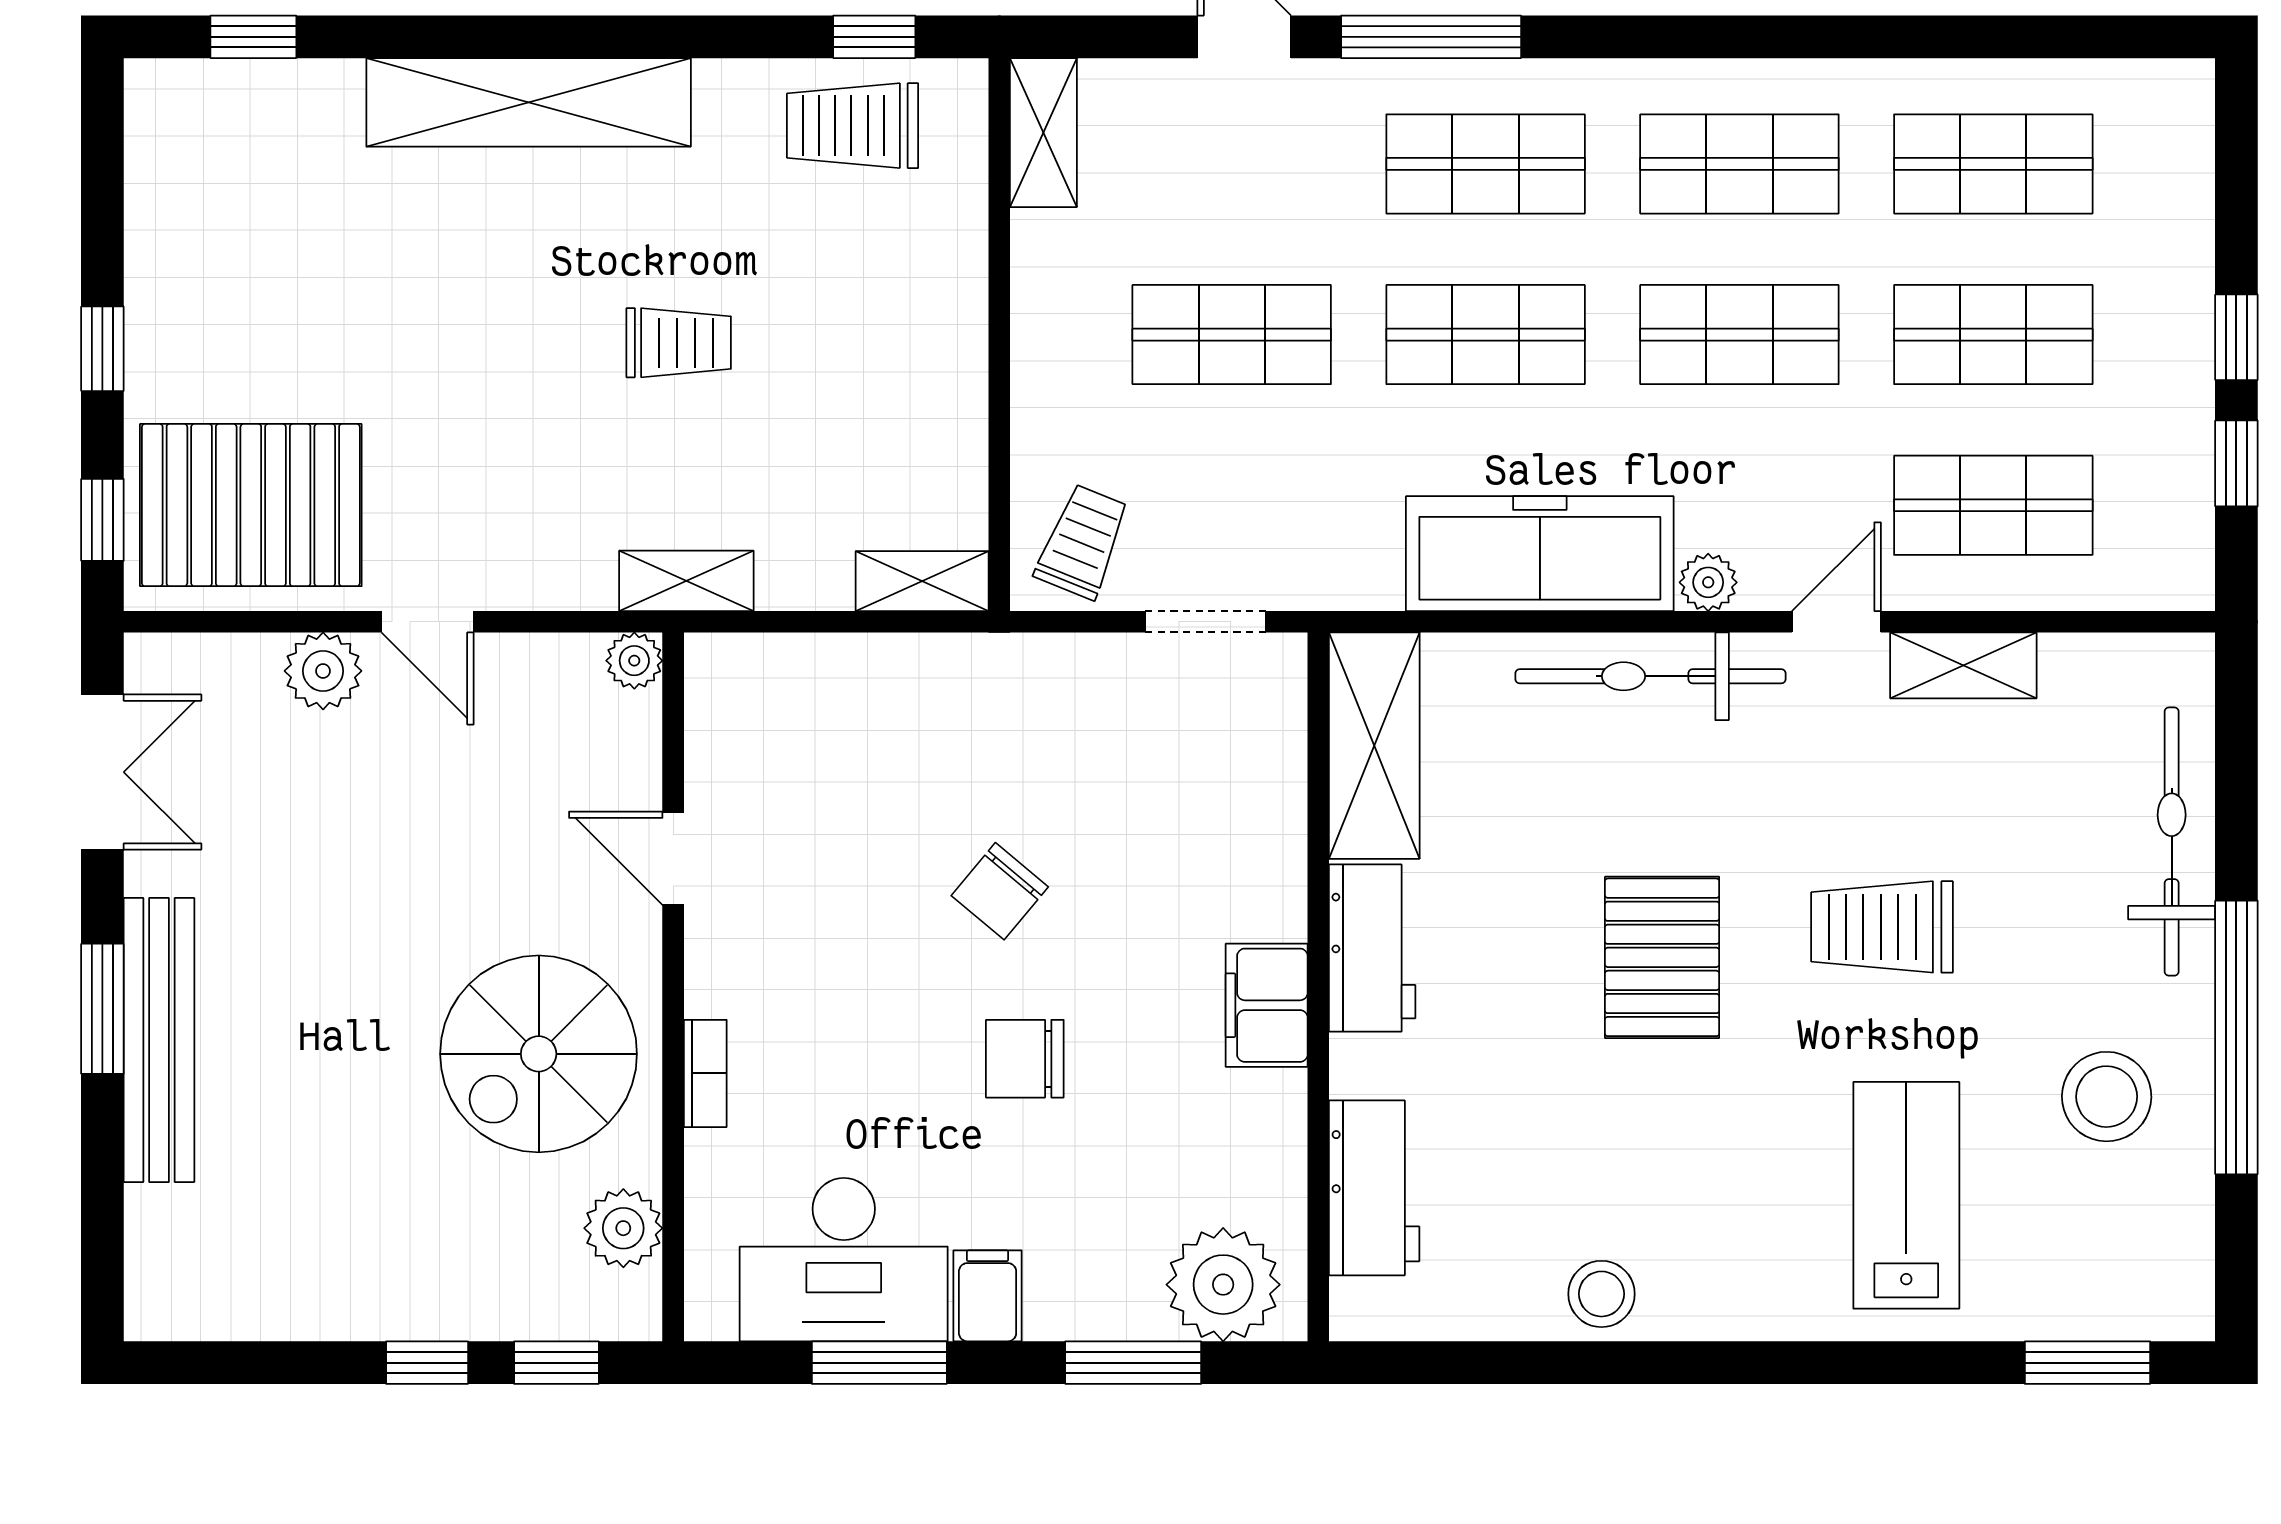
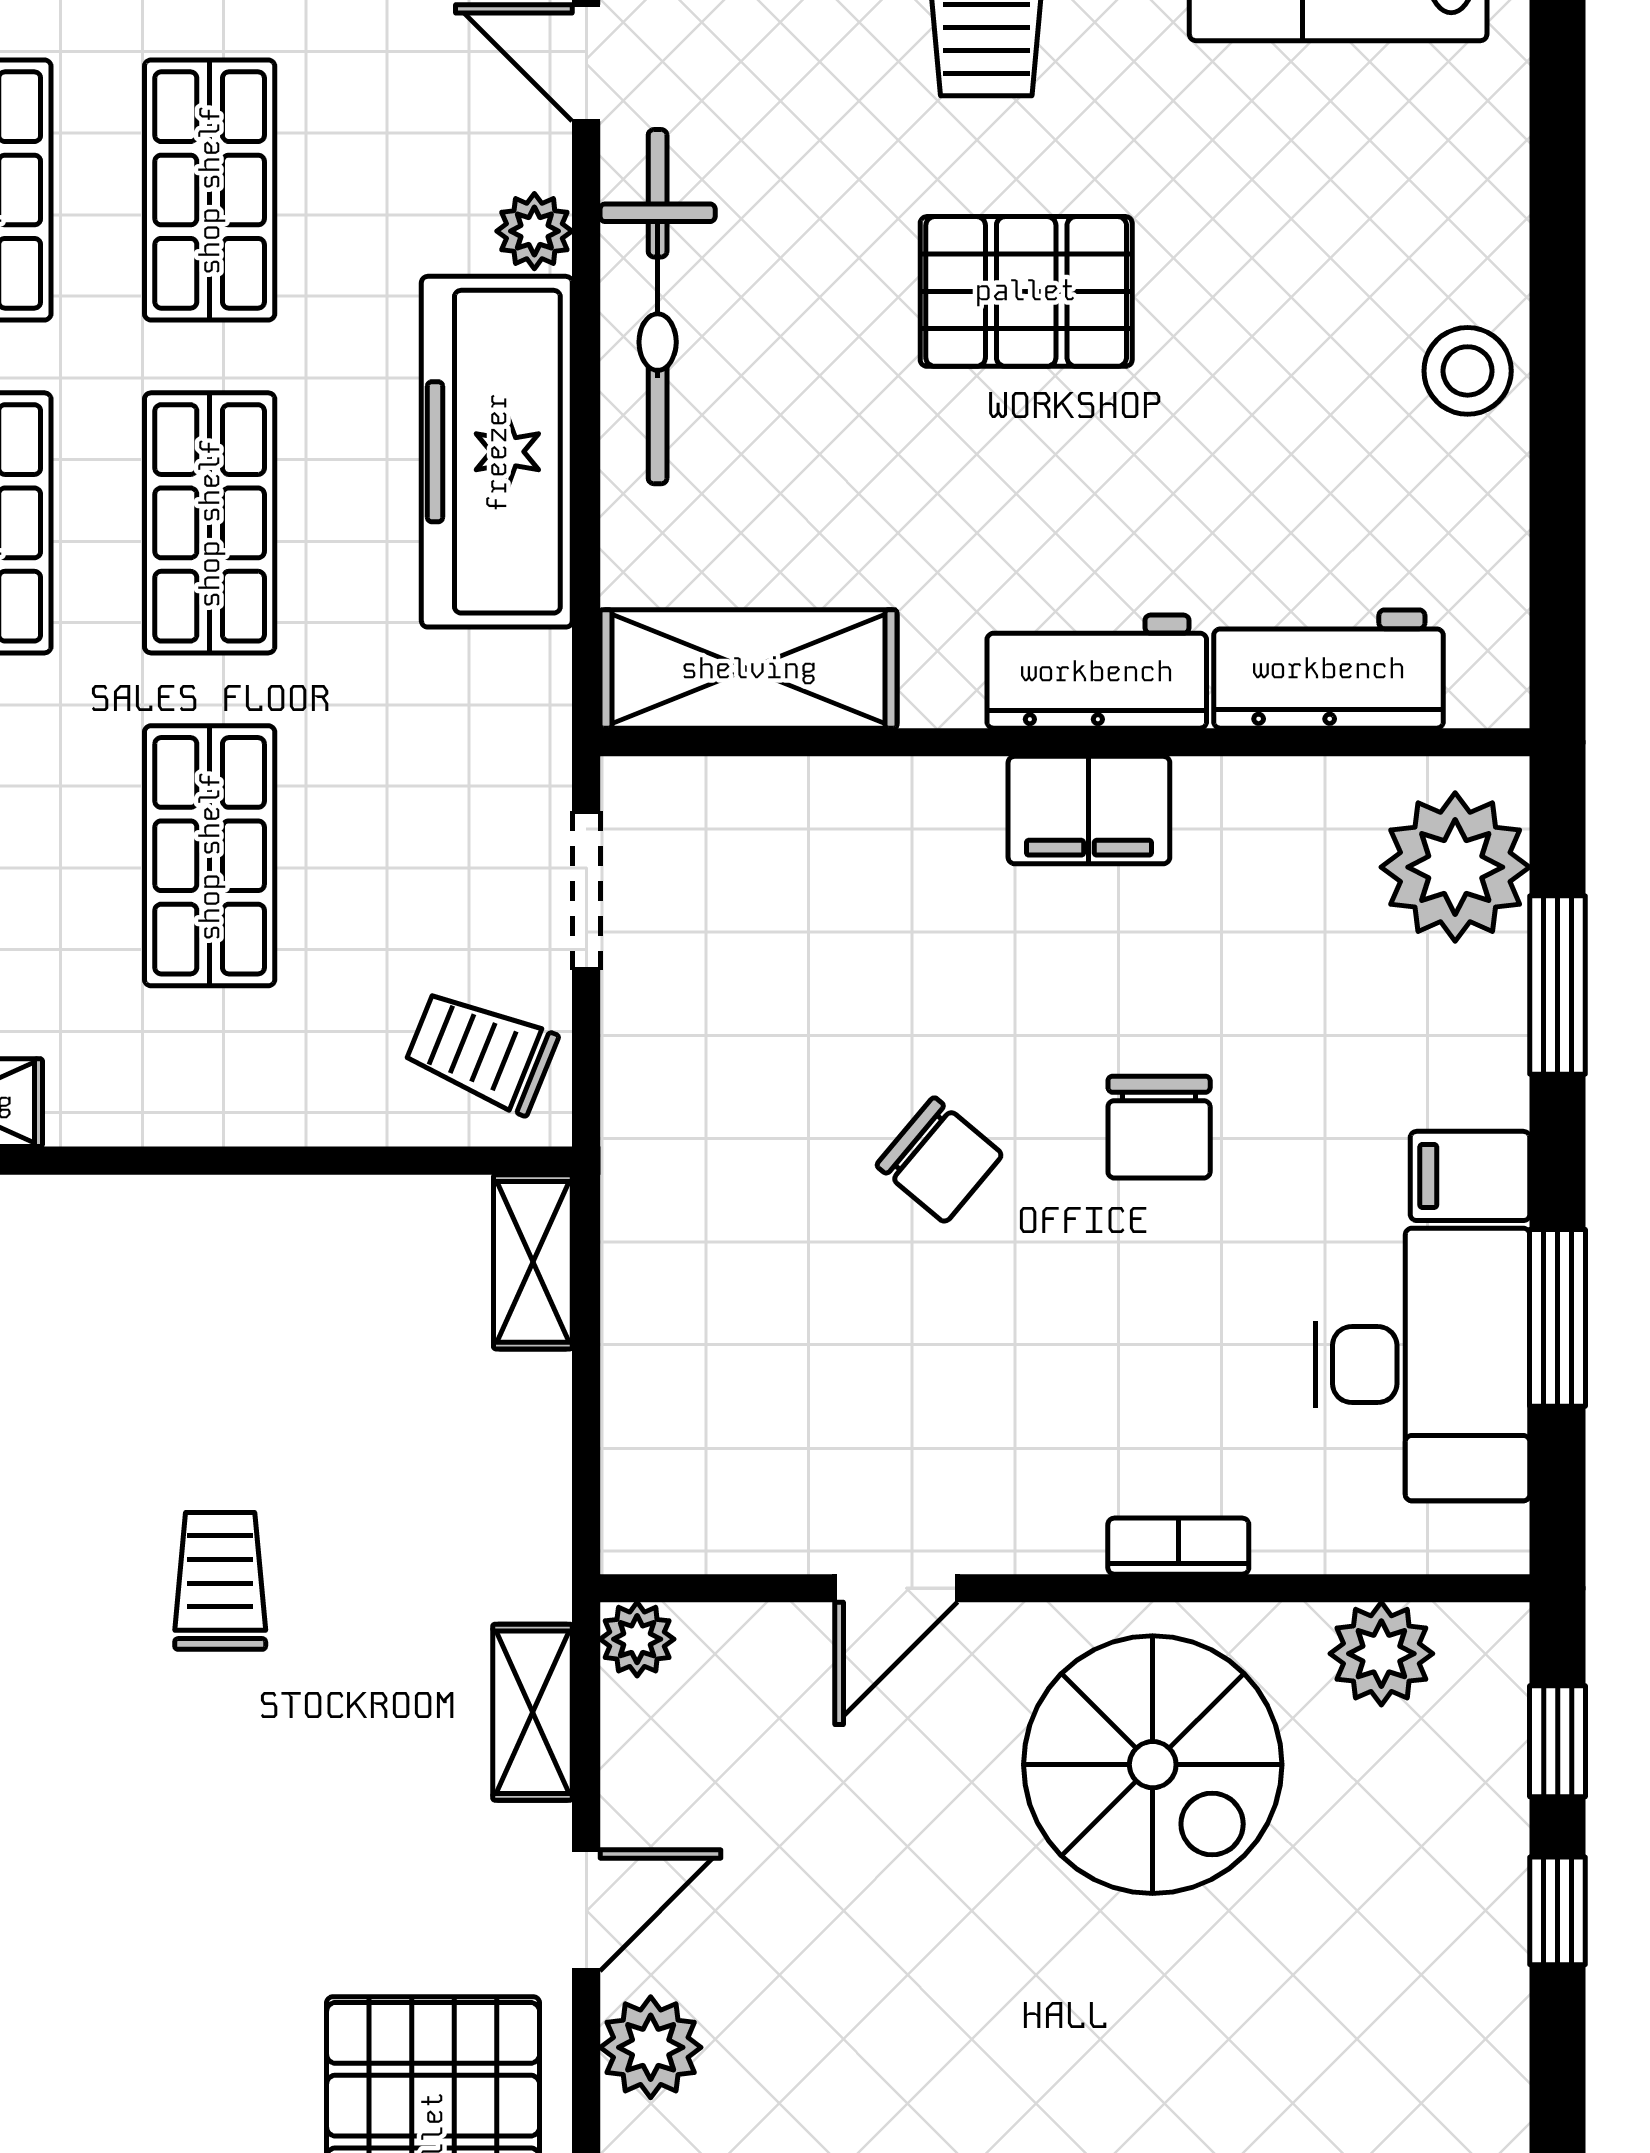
shelving: (686, 581) -> (532, 1712), moved
workbench: (1372, 948) -> (1097, 672), moved

